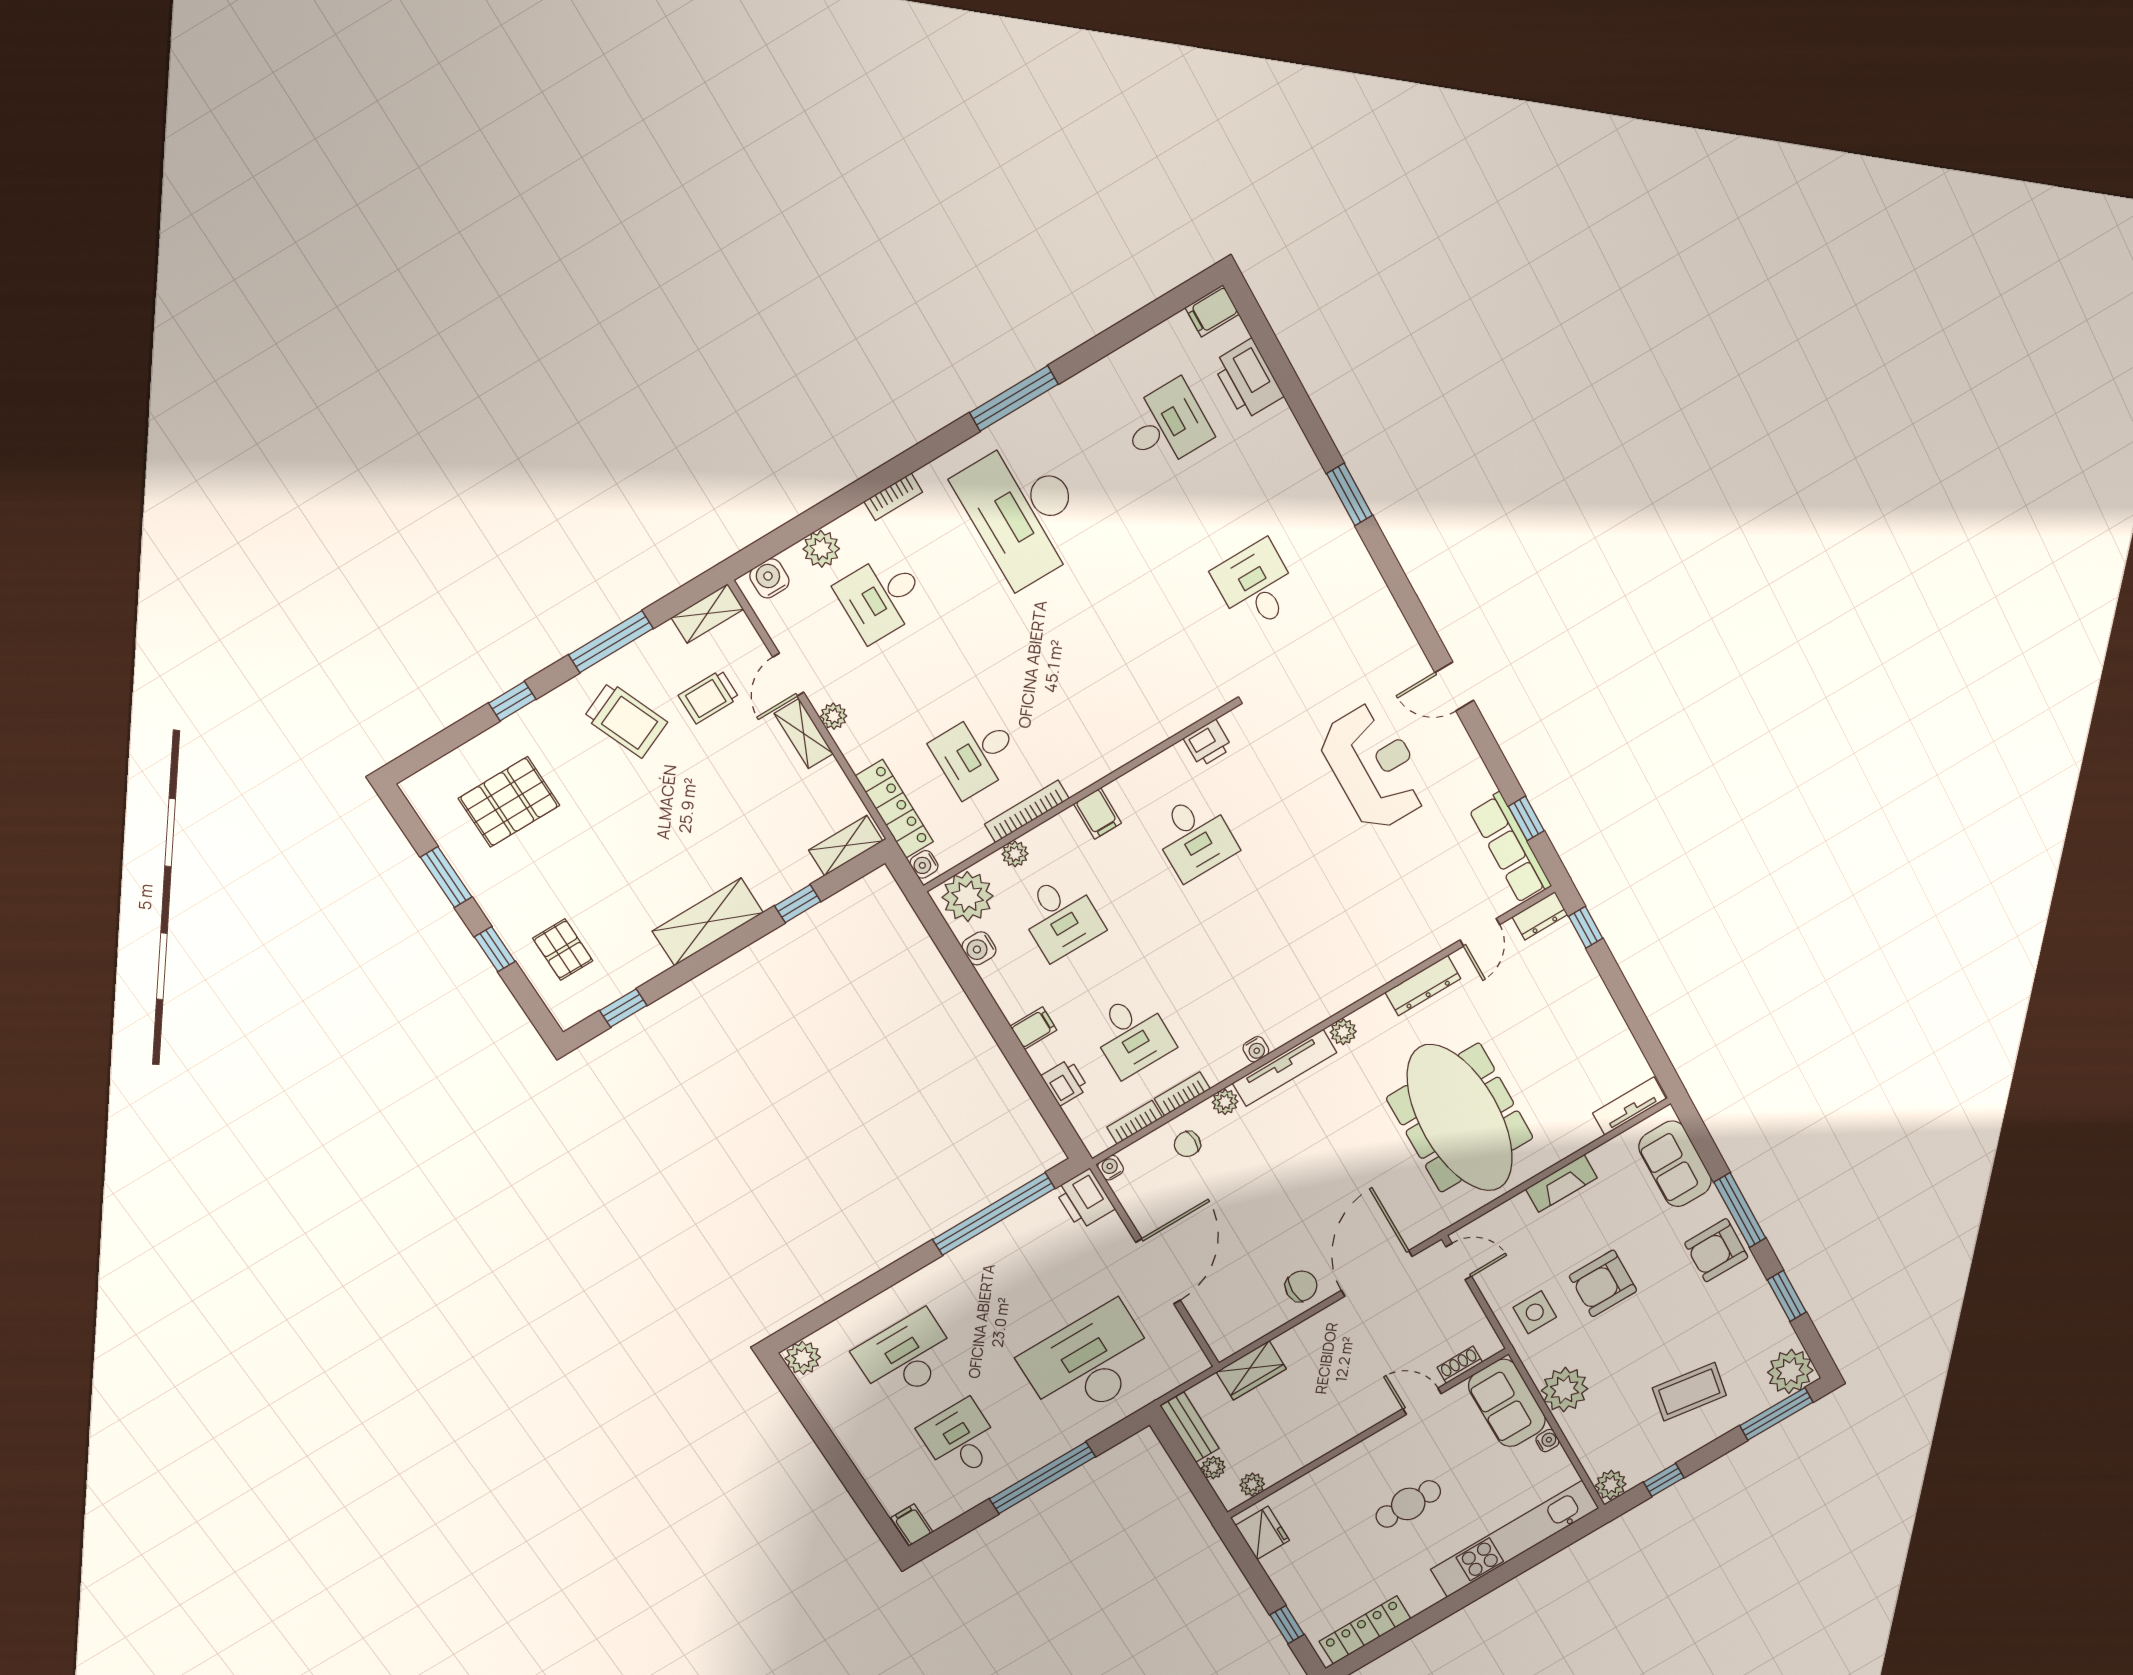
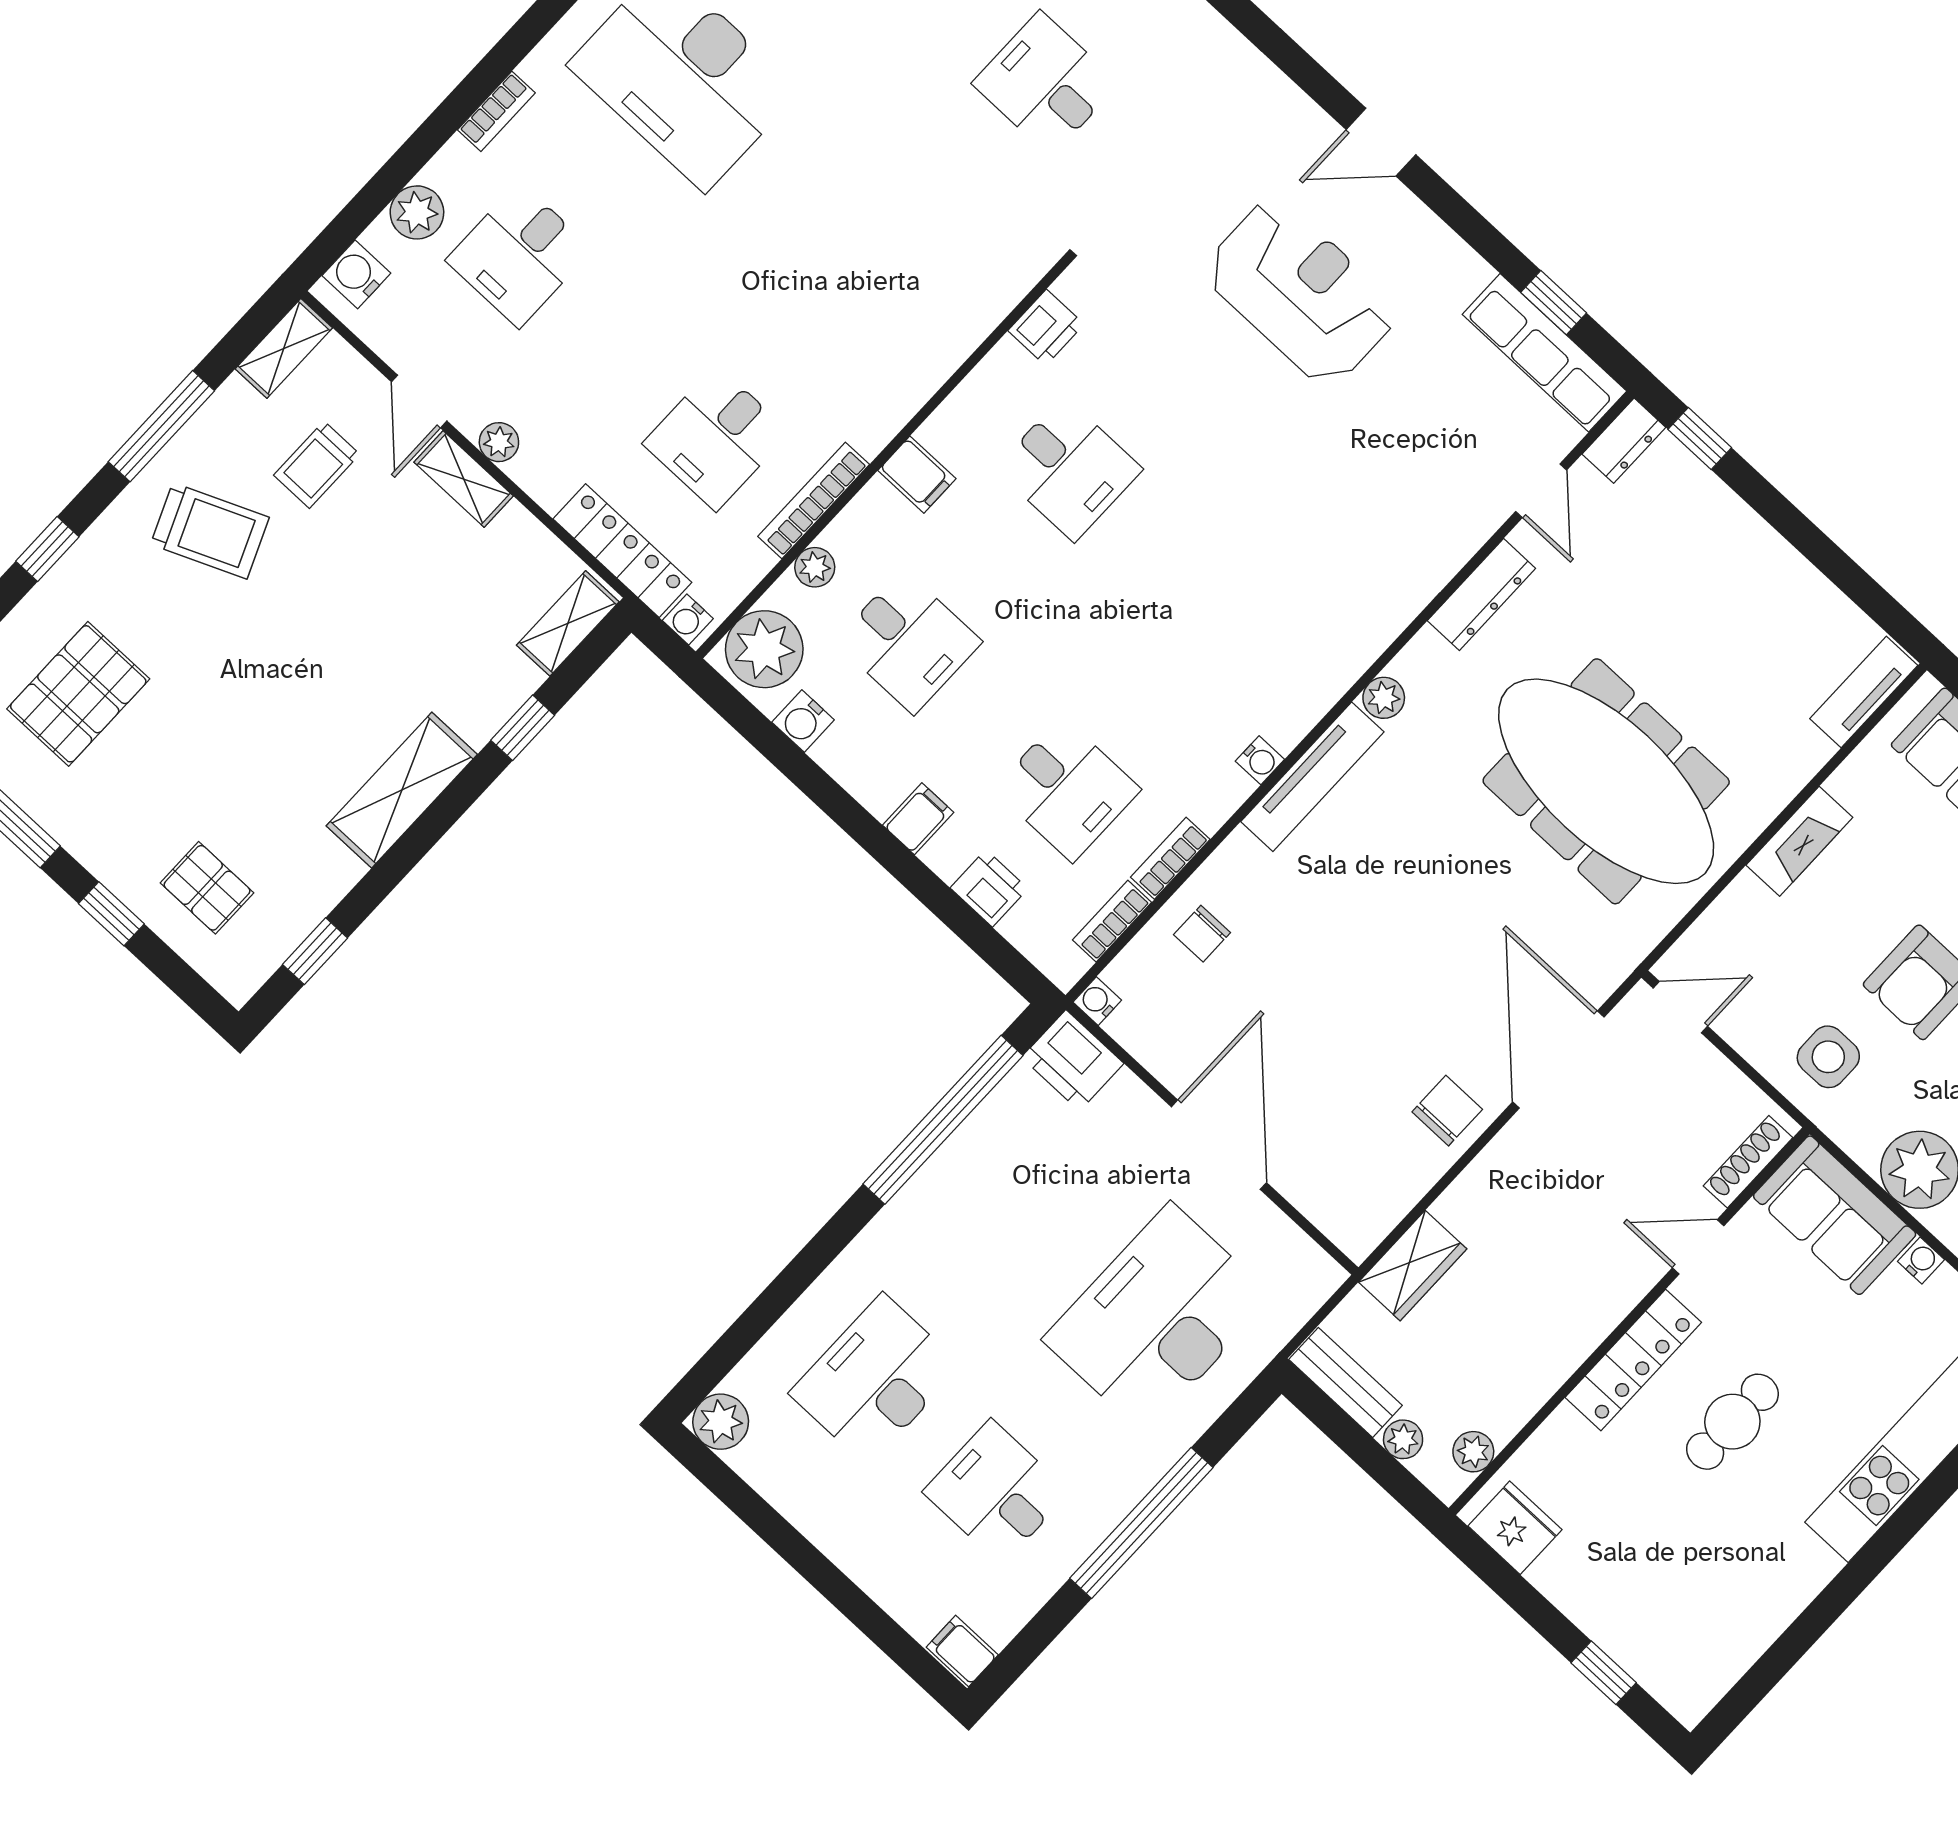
plant: (1225, 1102) -> (1239, 853), removed
shoe rack: (1460, 1365) -> (1748, 1162), width x1.43
locker: (1365, 1630) -> (1633, 1360), moved, turned 180

